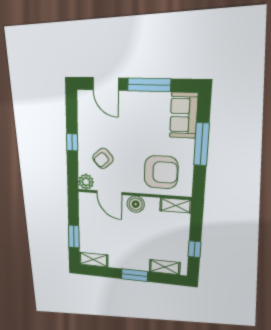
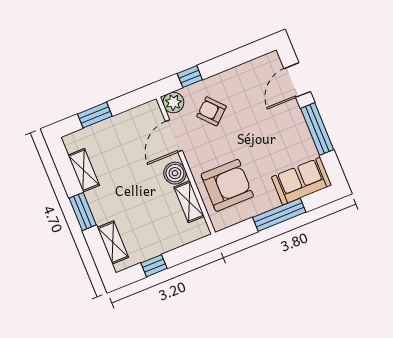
window: (72, 142) -> (190, 77), moved
armchair: (161, 172) -> (227, 185), turned -90
shelving: (176, 205) -> (189, 202), moved
shelving: (93, 260) -> (84, 170), moved

